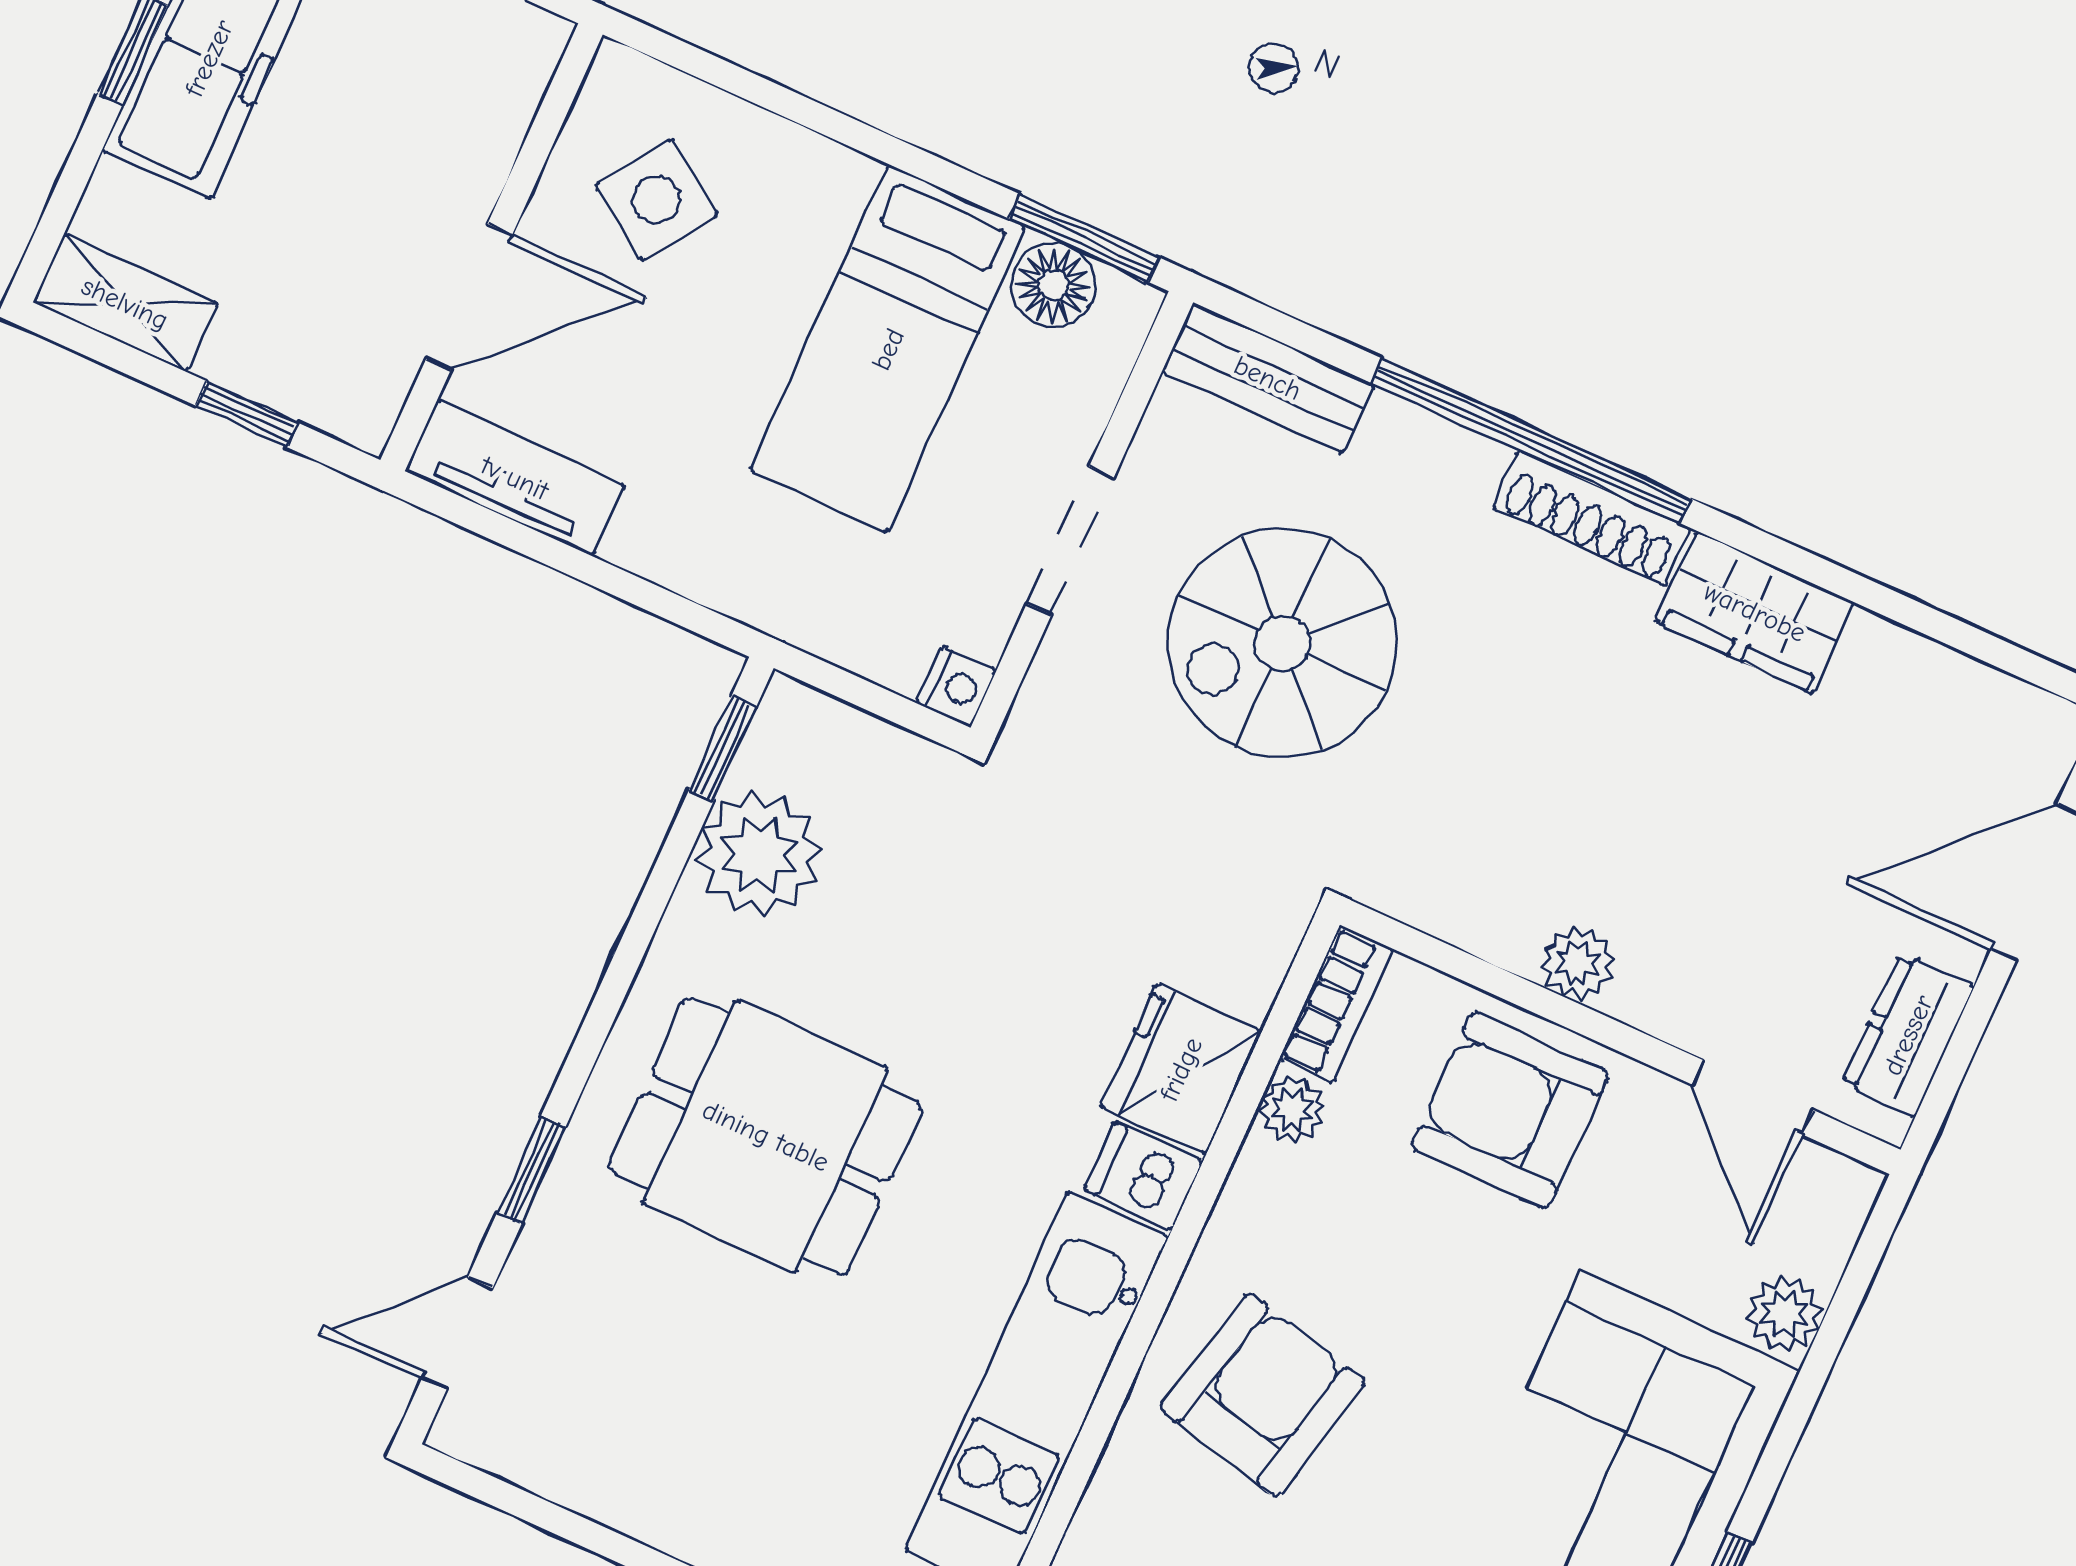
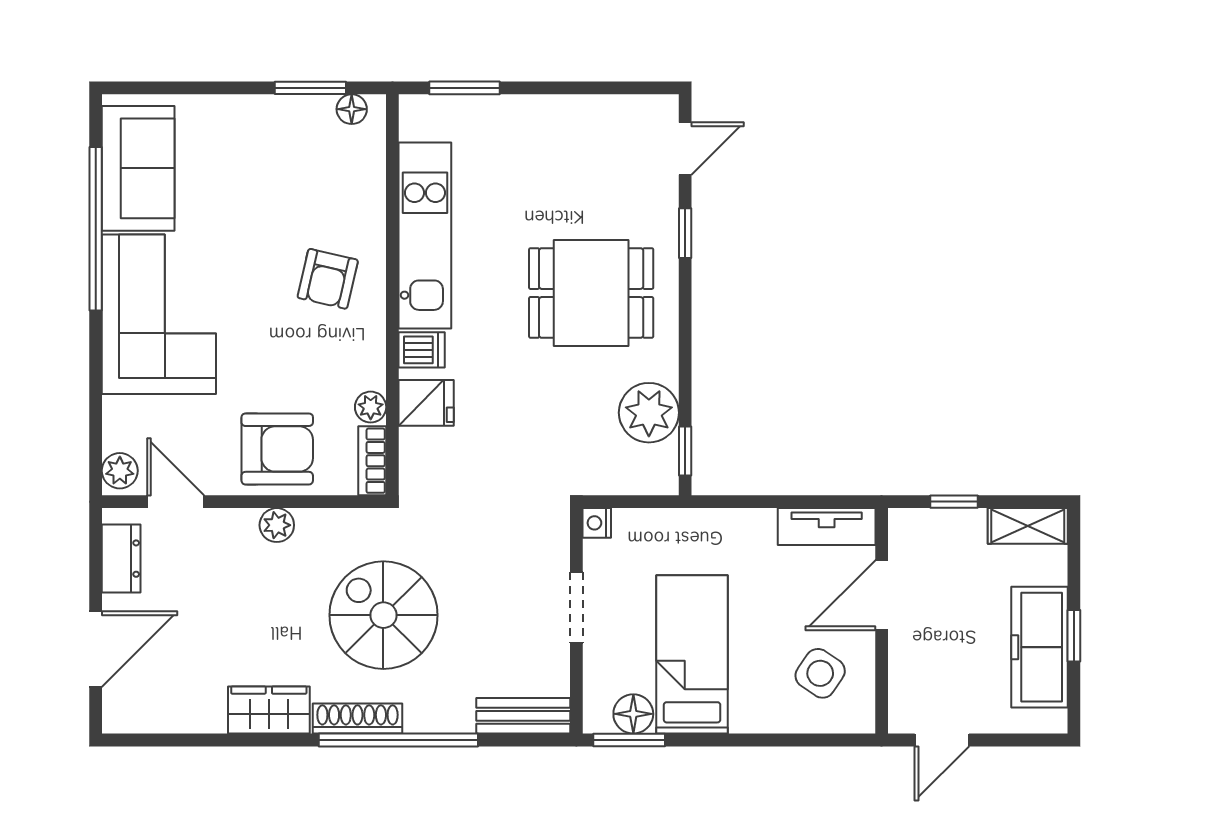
spiral stairs: (1282, 643) -> (383, 615), moved, turned -90
fridge: (1181, 1069) -> (426, 403), width x0.72
plant: (1785, 1314) -> (120, 471), moved
armchair: (1263, 1395) -> (328, 279), width x0.72, depth x0.72

